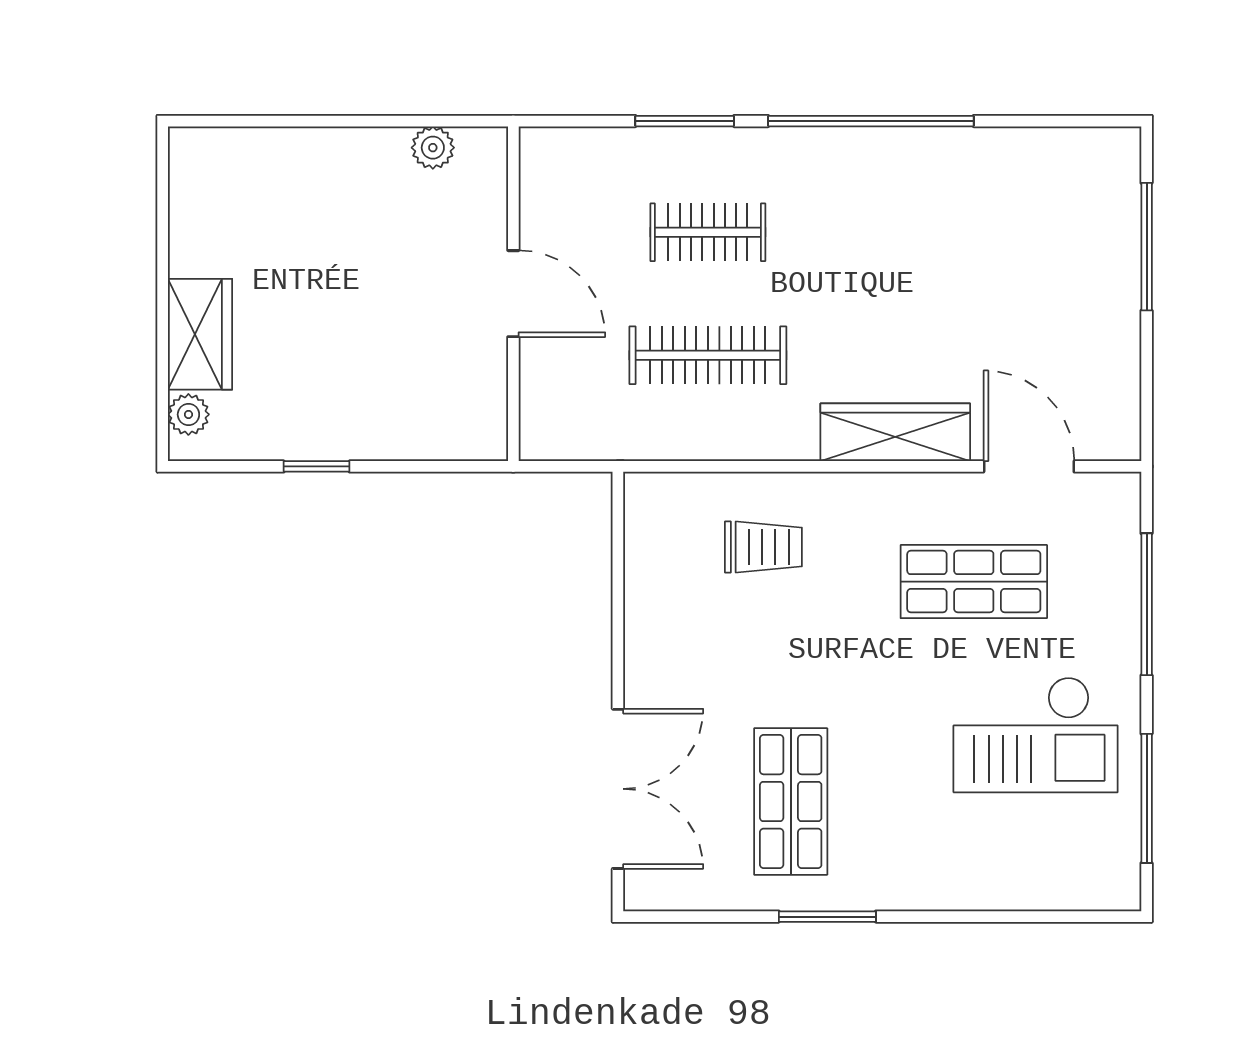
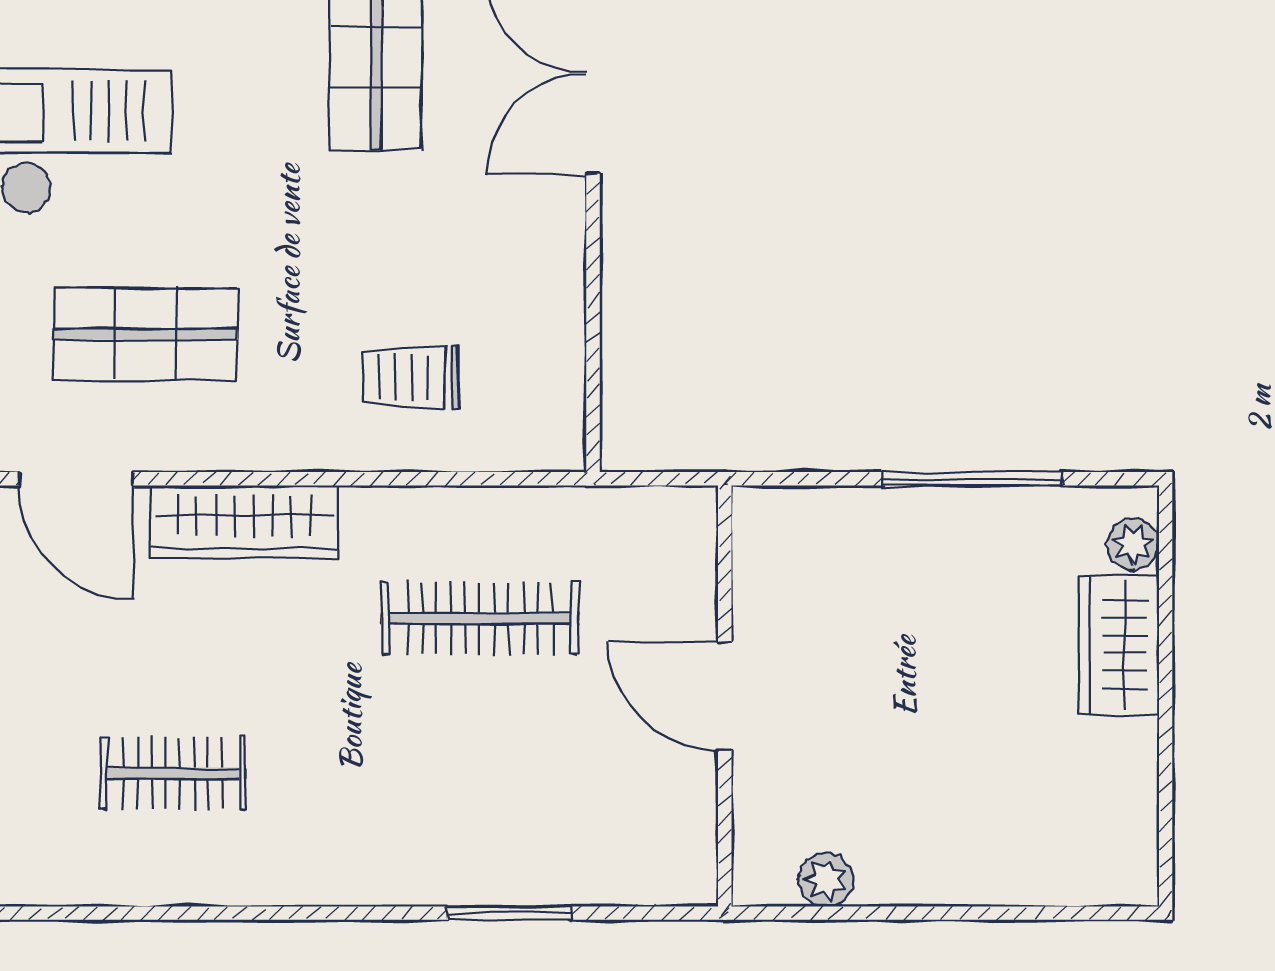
window: (871, 121) -> (275, 913), removed
clothes rail: (708, 232) -> (173, 773), moved
window: (317, 466) -> (972, 479), width x2.17

